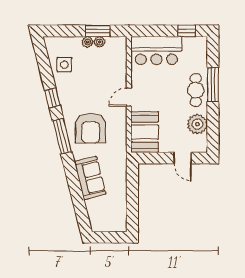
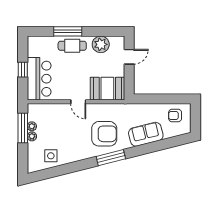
window: (98, 31) -> (23, 128), width x1.44
window: (187, 31) -> (23, 70), moved
window: (53, 98) -> (79, 166), removed
armchair: (112, 213) -> (175, 116), added

